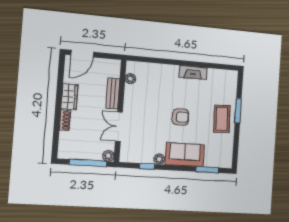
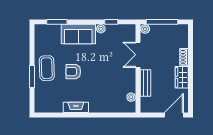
armchair: (180, 117) -> (73, 72), moved
double door: (119, 127) -> (138, 55), swing flipped

